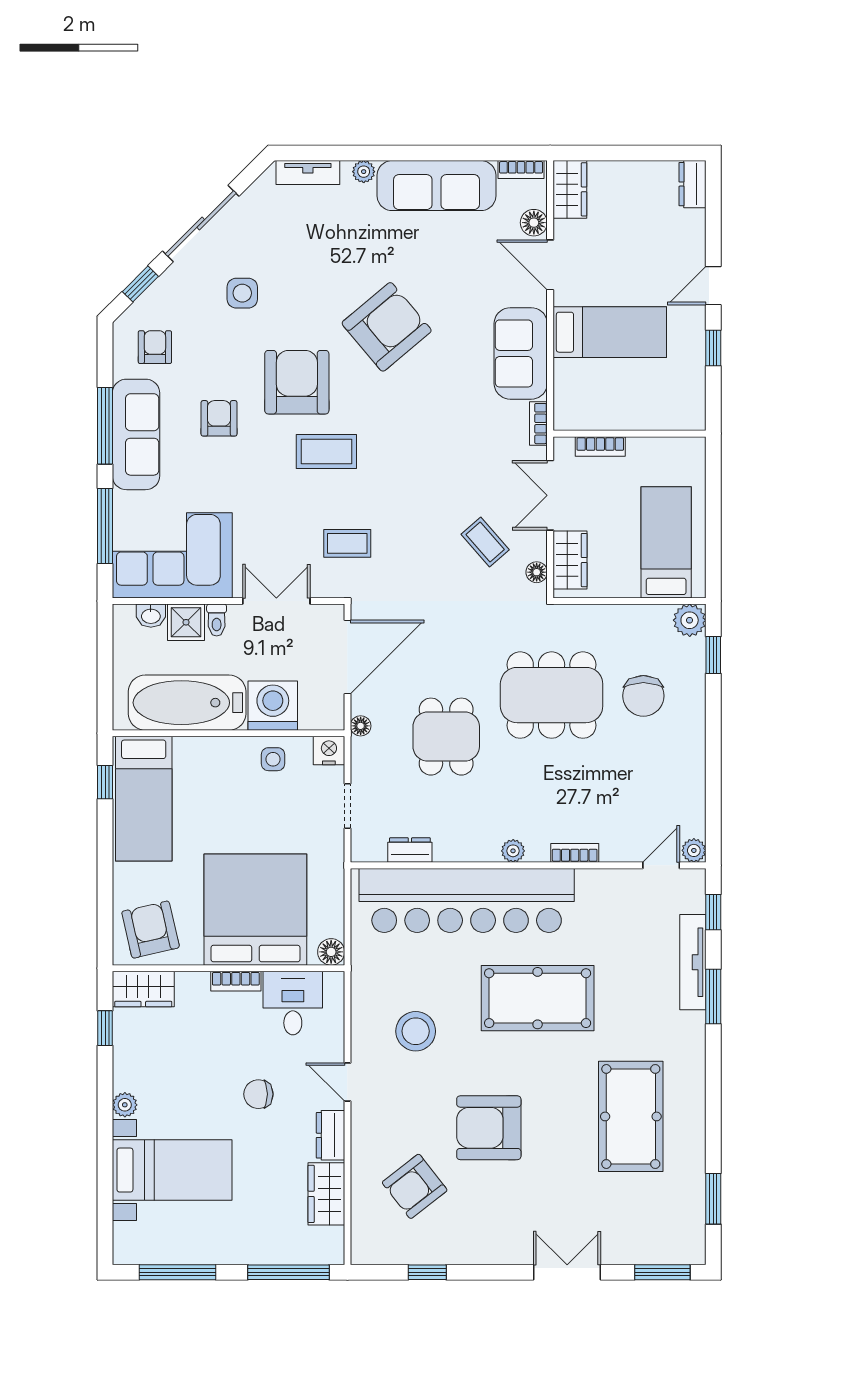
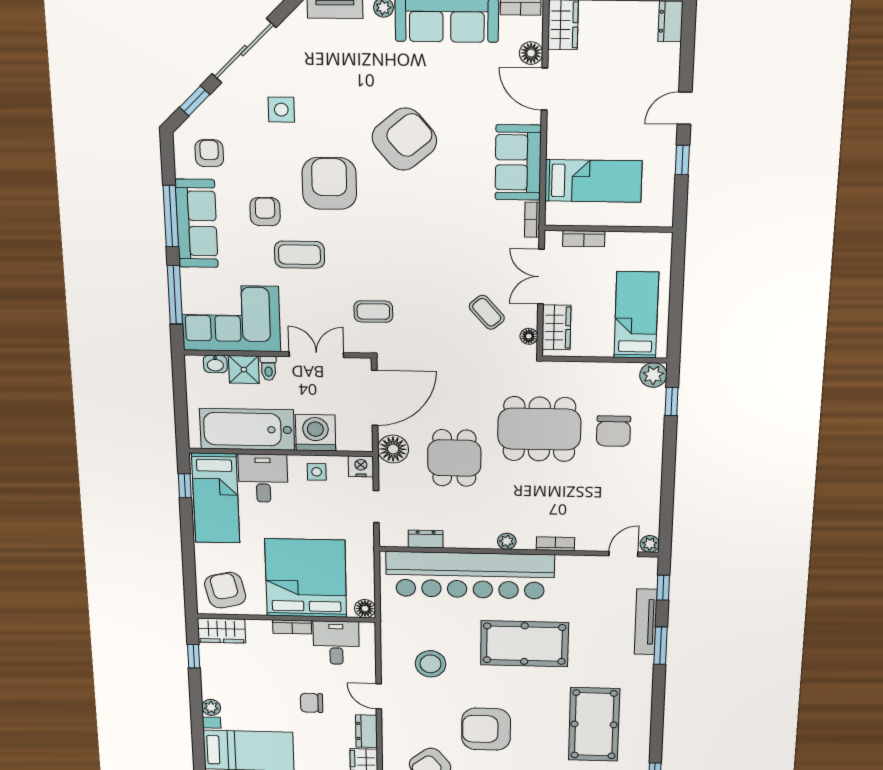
bed: (610, 332) -> (593, 181), moved
coffee table: (326, 451) -> (300, 255), moved
floor lamp: (361, 726) -> (393, 449), width x1.89, depth x1.89
desk: (205, 769) -> (263, 478), added

